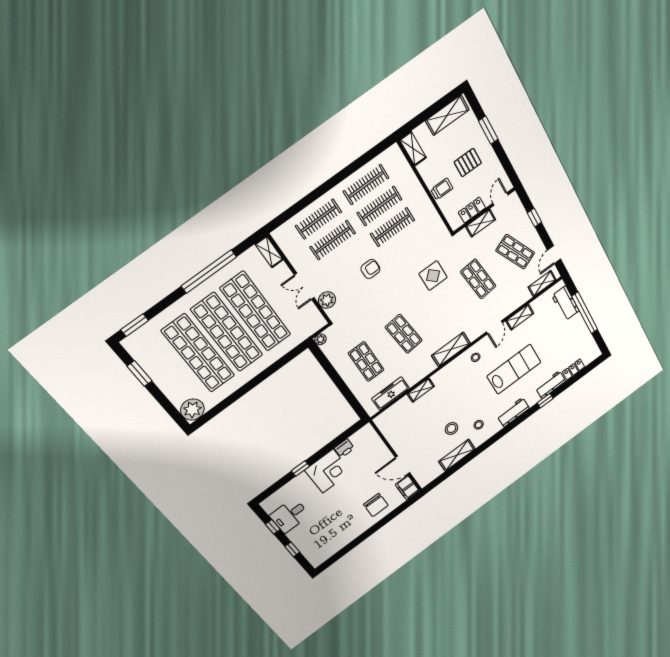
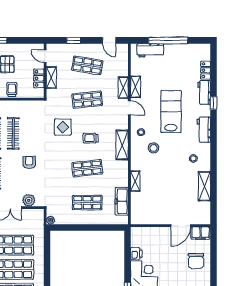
shop shelf: (515, 252) -> (87, 65), turned 33
shelving: (542, 283) -> (123, 88), moved
trolley: (439, 313) -> (91, 138), added
stool: (451, 428) -> (153, 148), moved
chair: (376, 505) -> (196, 261), turned 90

